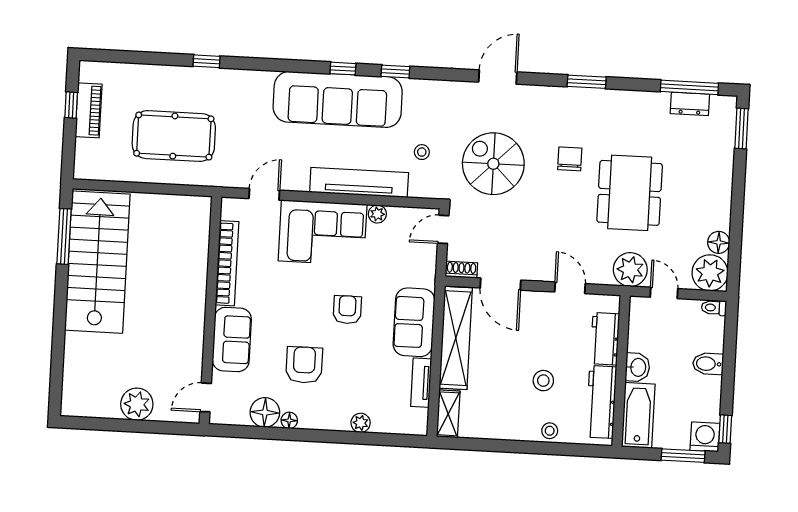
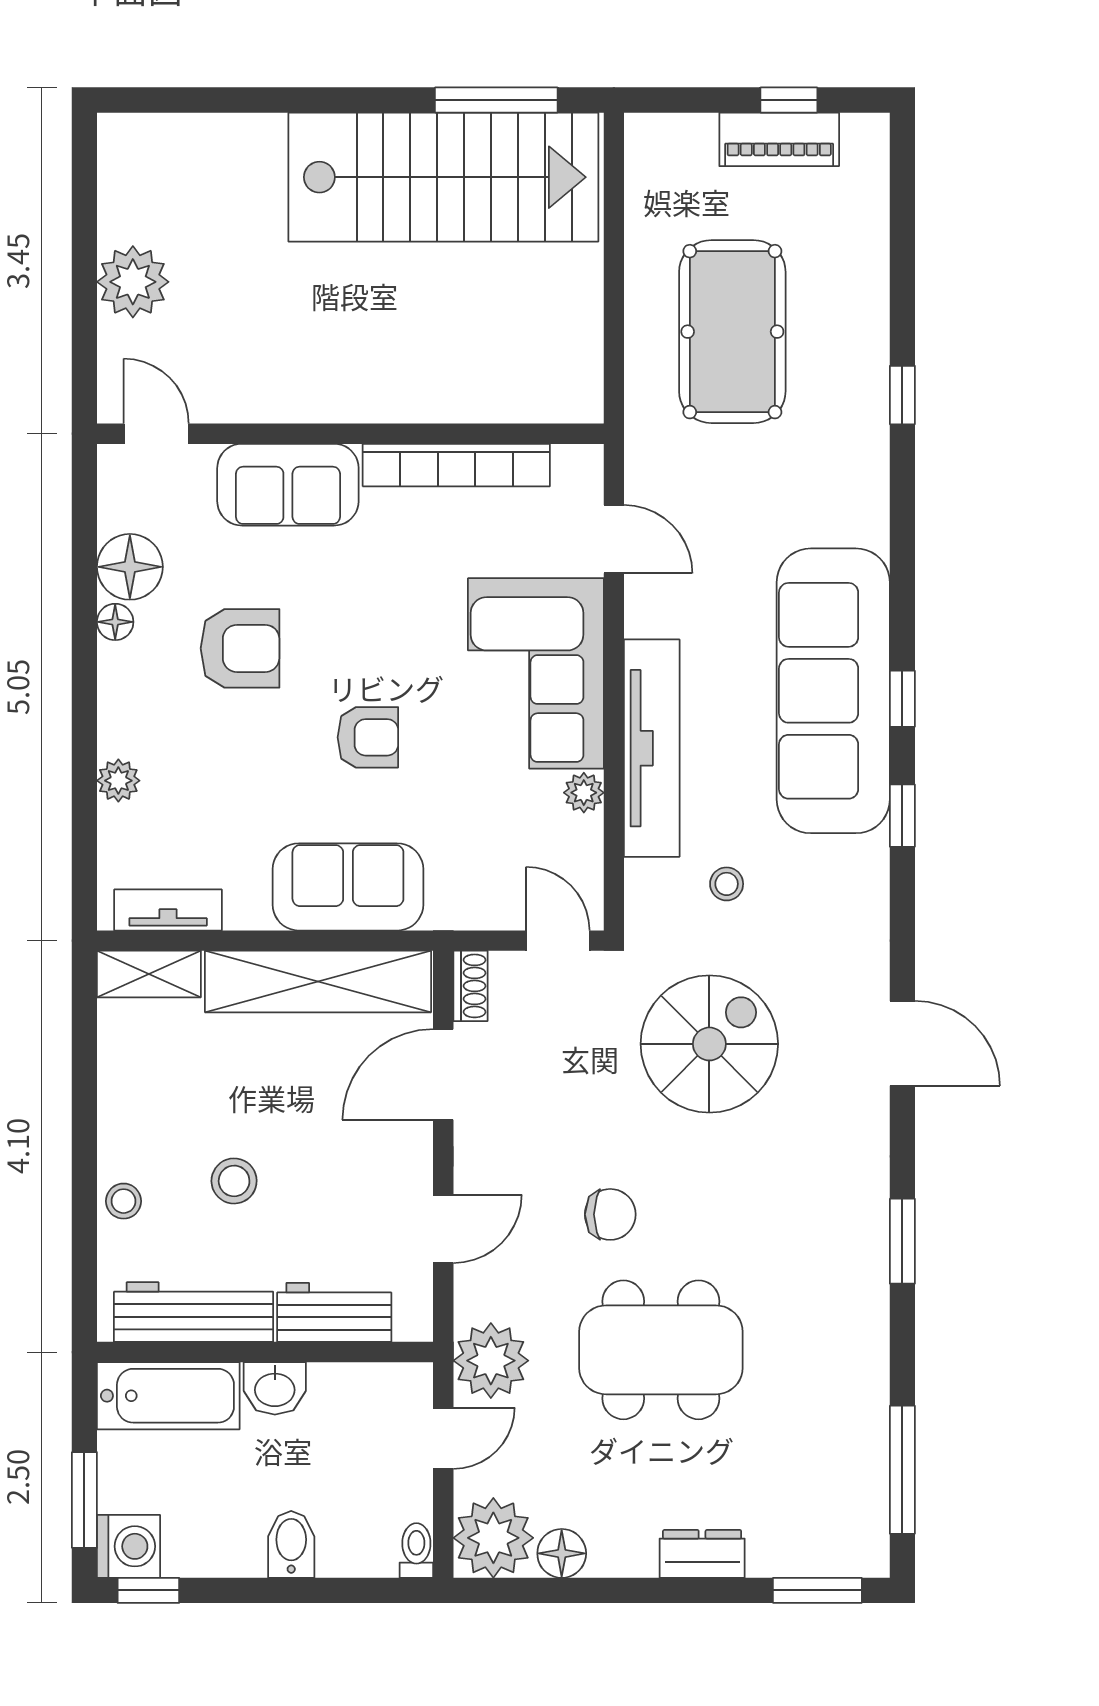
dresser: (690, 104) -> (702, 1554), moved, turned 90
chair: (570, 159) -> (610, 1214), moved
tv unit: (421, 383) -> (168, 910), moved

